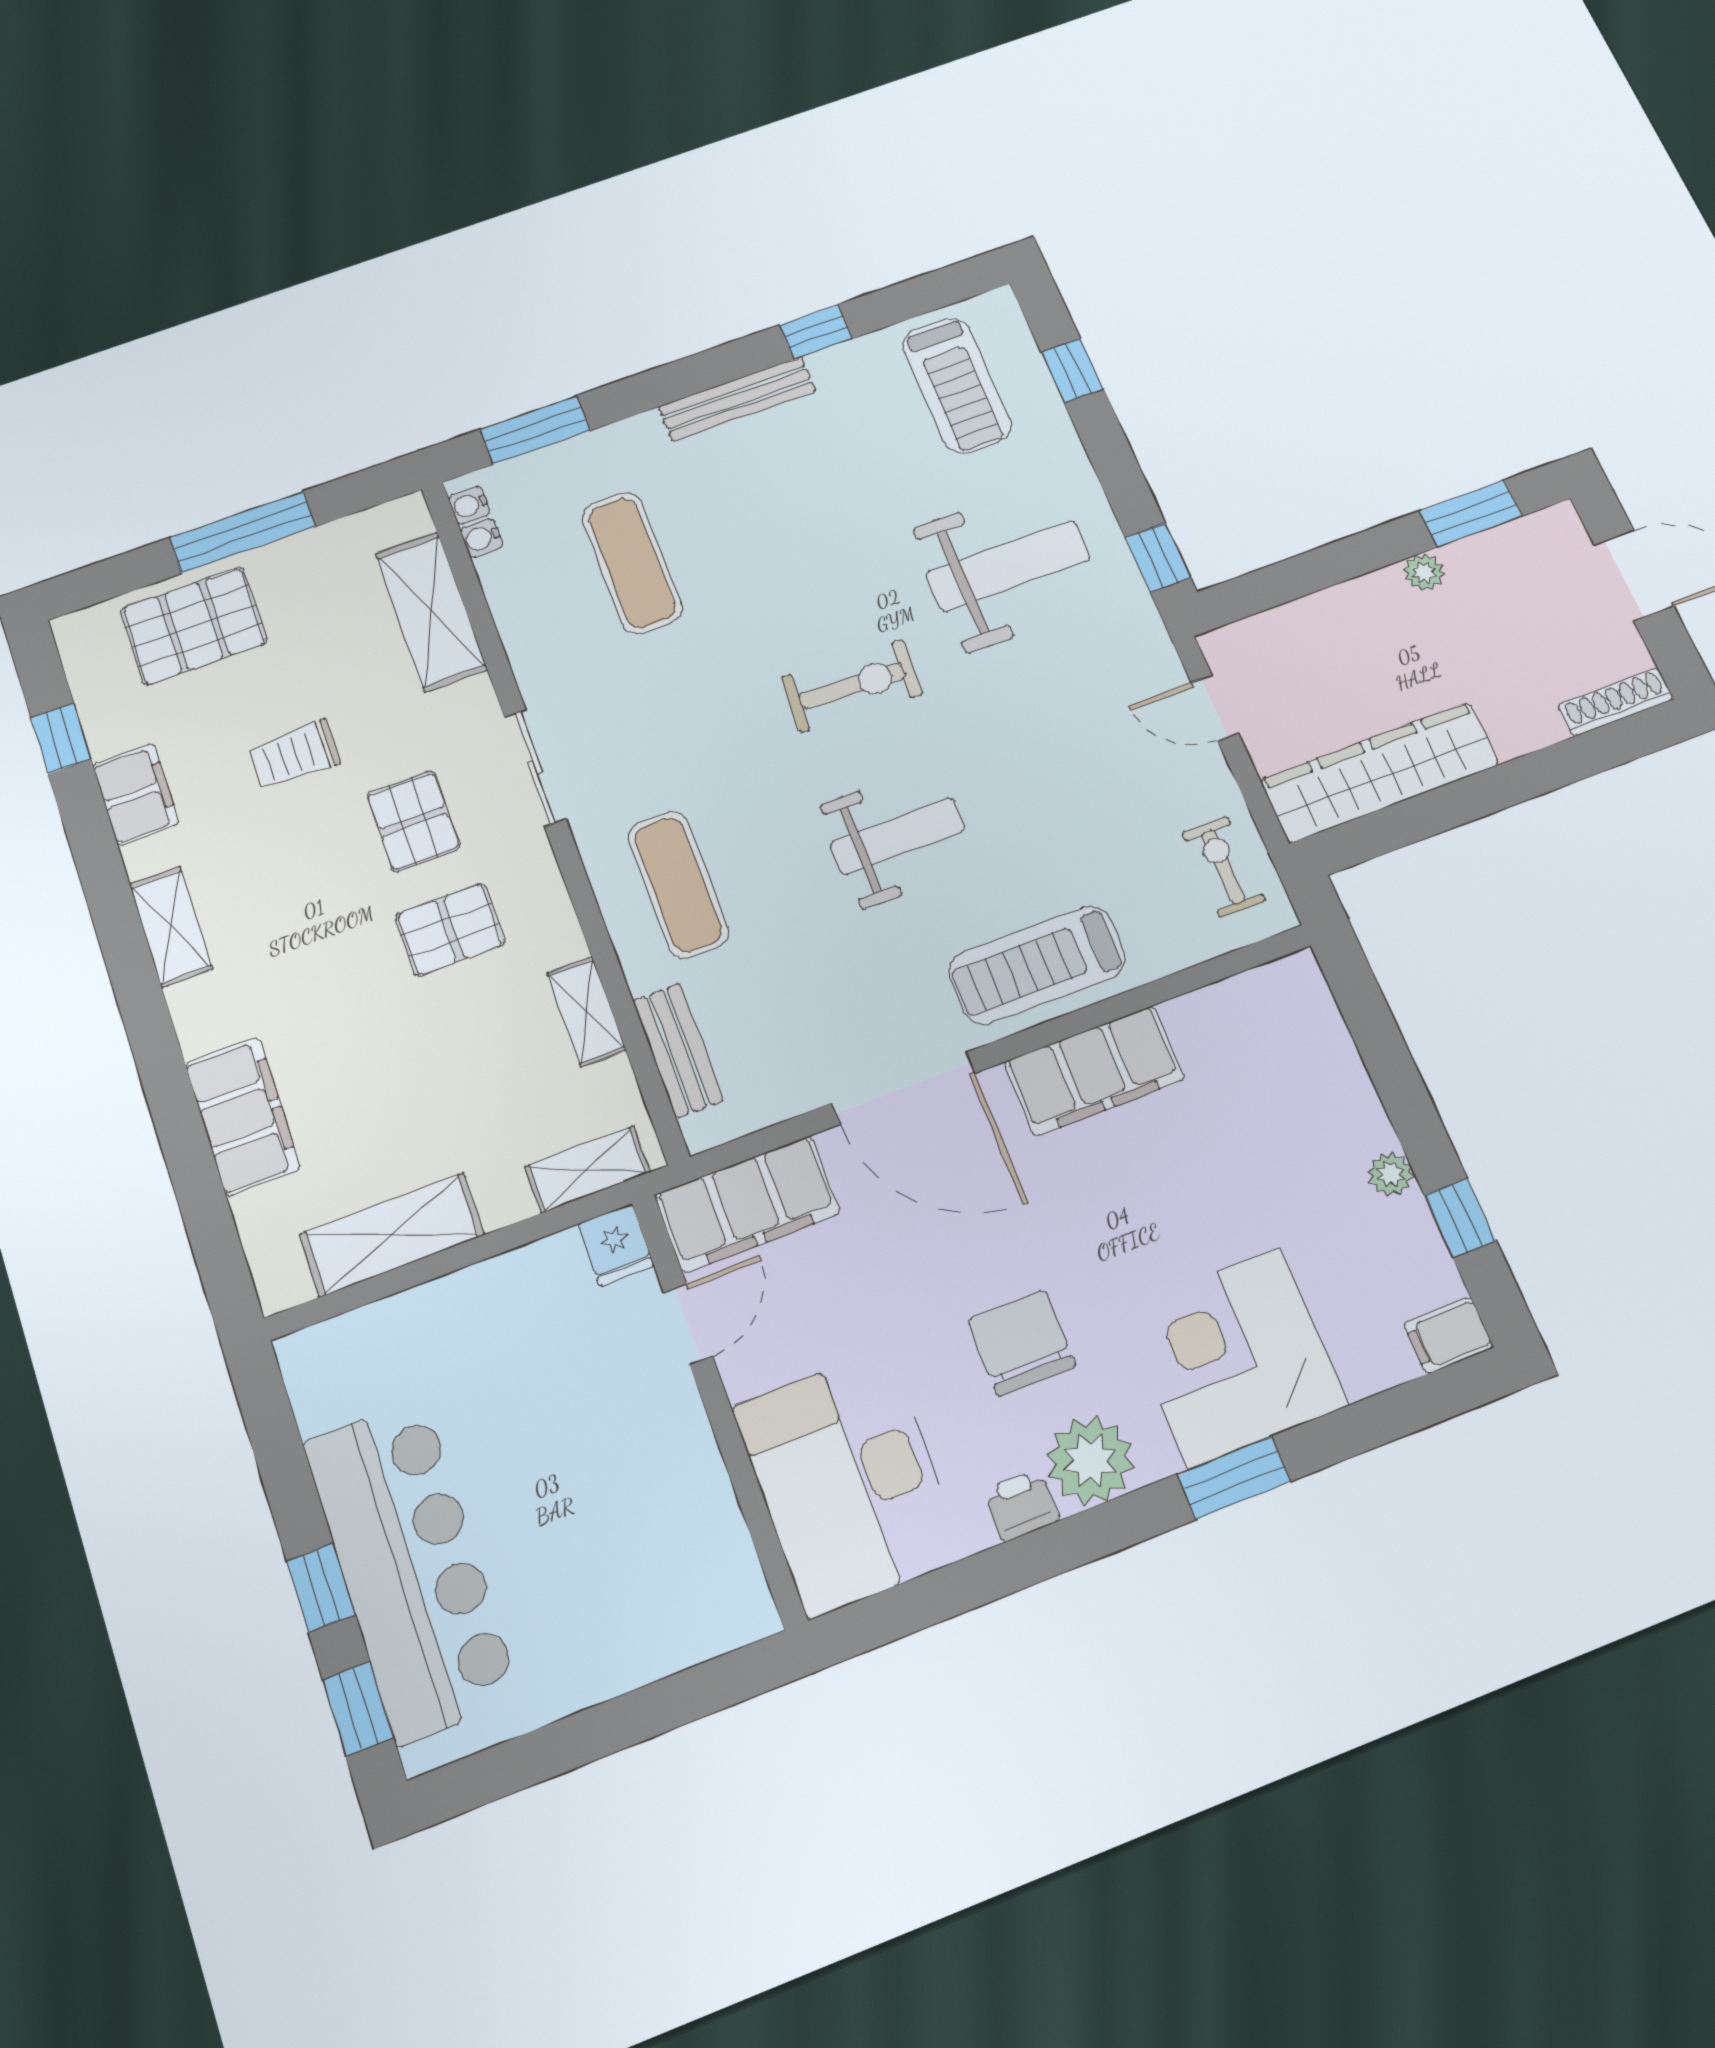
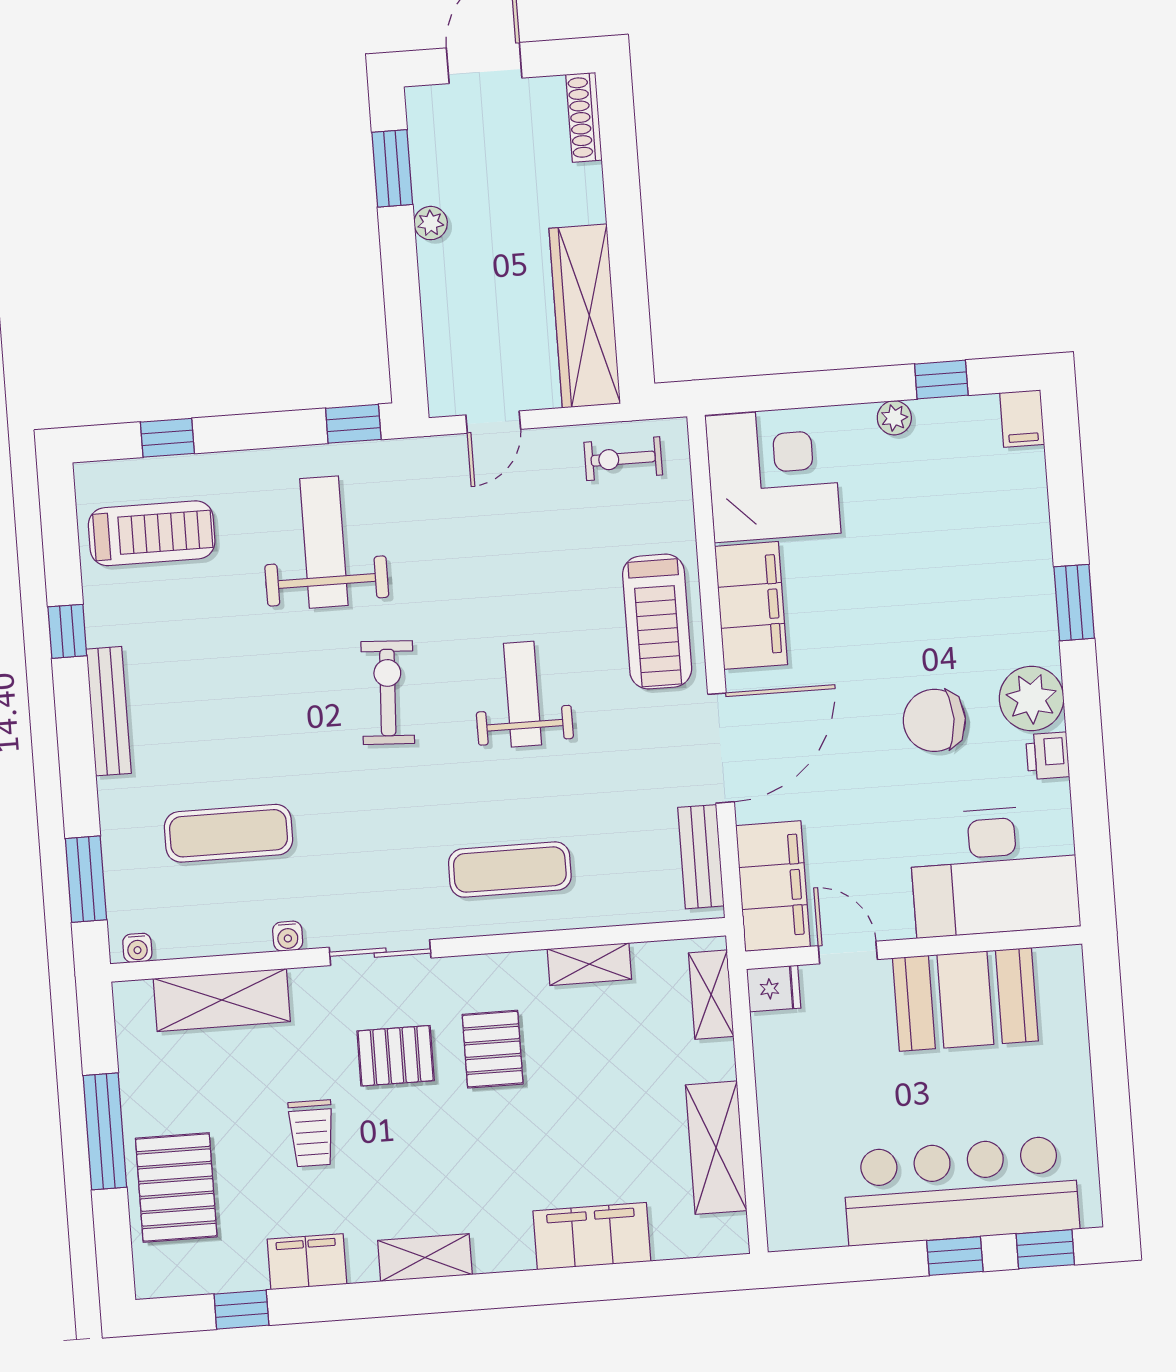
water cooler: (482, 538) -> (288, 936), moved
bench: (678, 1050) -> (701, 857), moved, turned 90
corner desk: (1235, 1357) -> (773, 475), moved, turned 180
booth: (668, 1496) -> (965, 999), added

